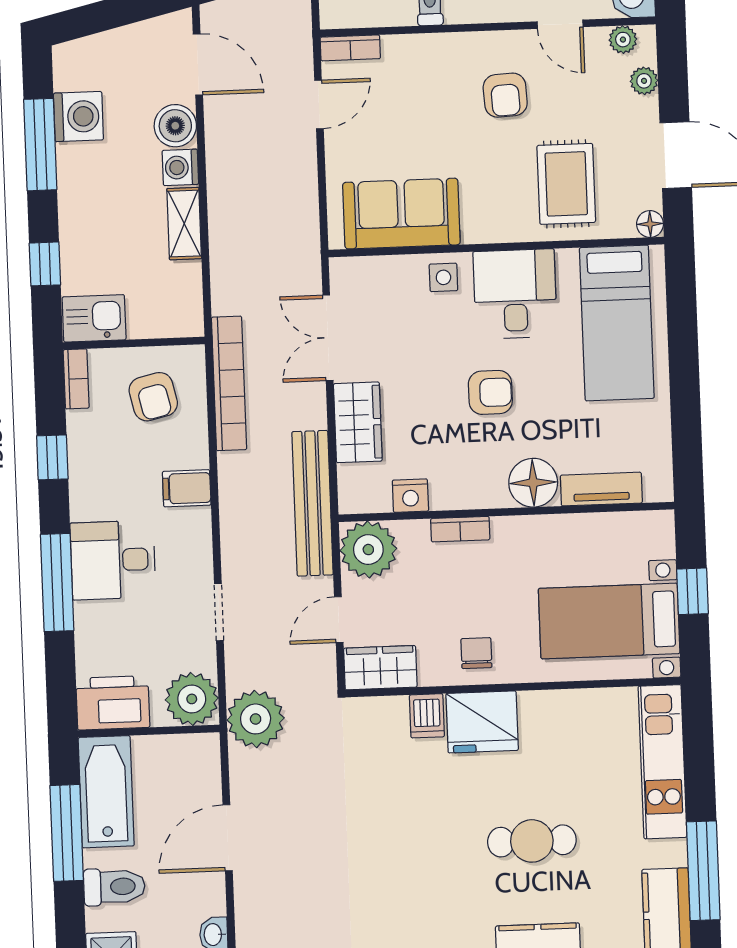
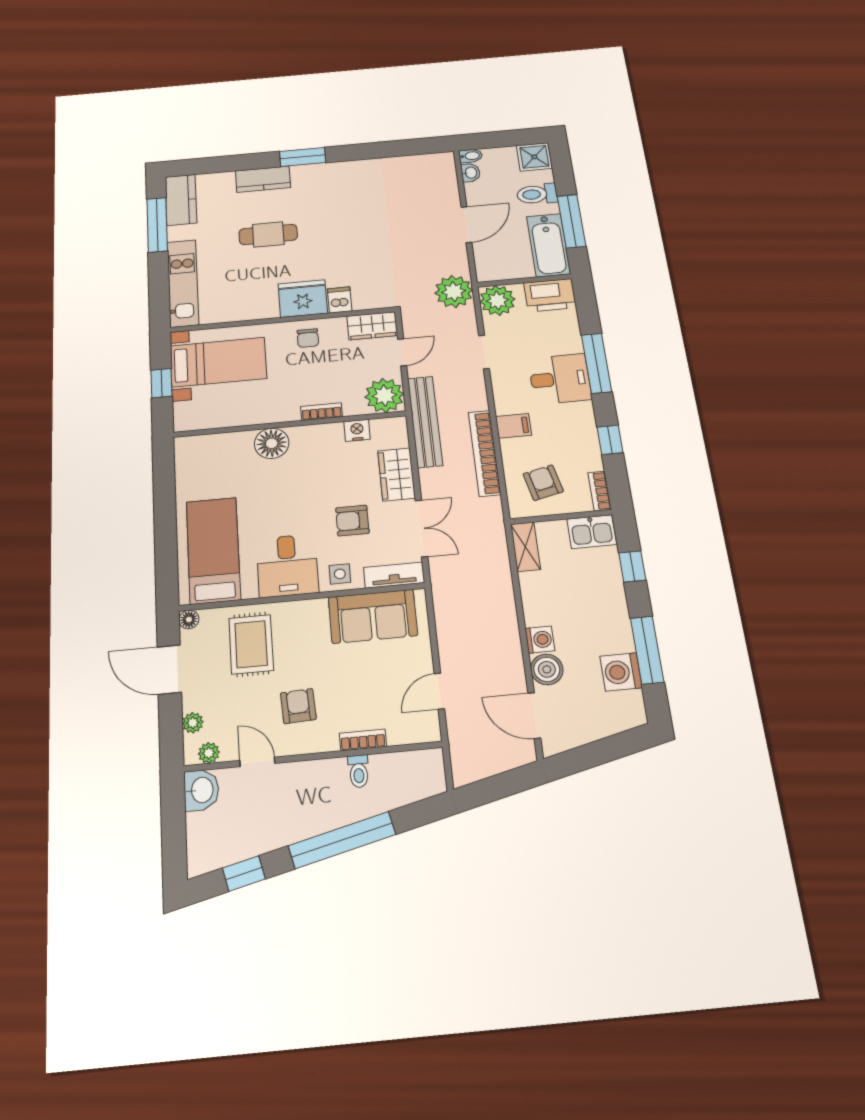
bookcase: (350, 48) -> (363, 740), moved
shelving: (184, 224) -> (525, 547), moved
bookcase: (229, 383) -> (485, 453), moved
armchair: (490, 392) -> (352, 521), moved
tv unit: (601, 489) -> (394, 575), moved, turned 180

